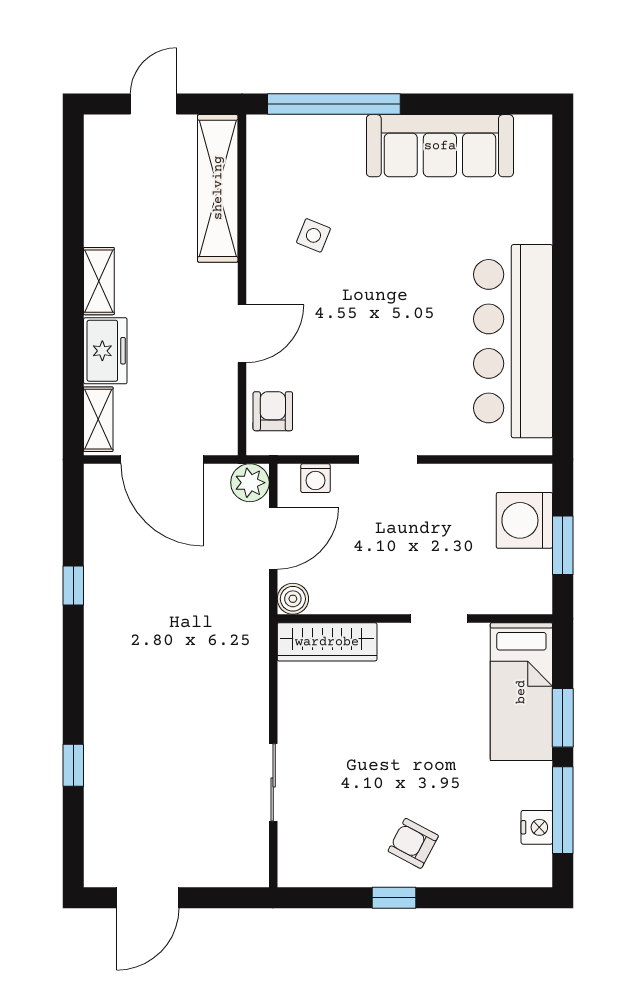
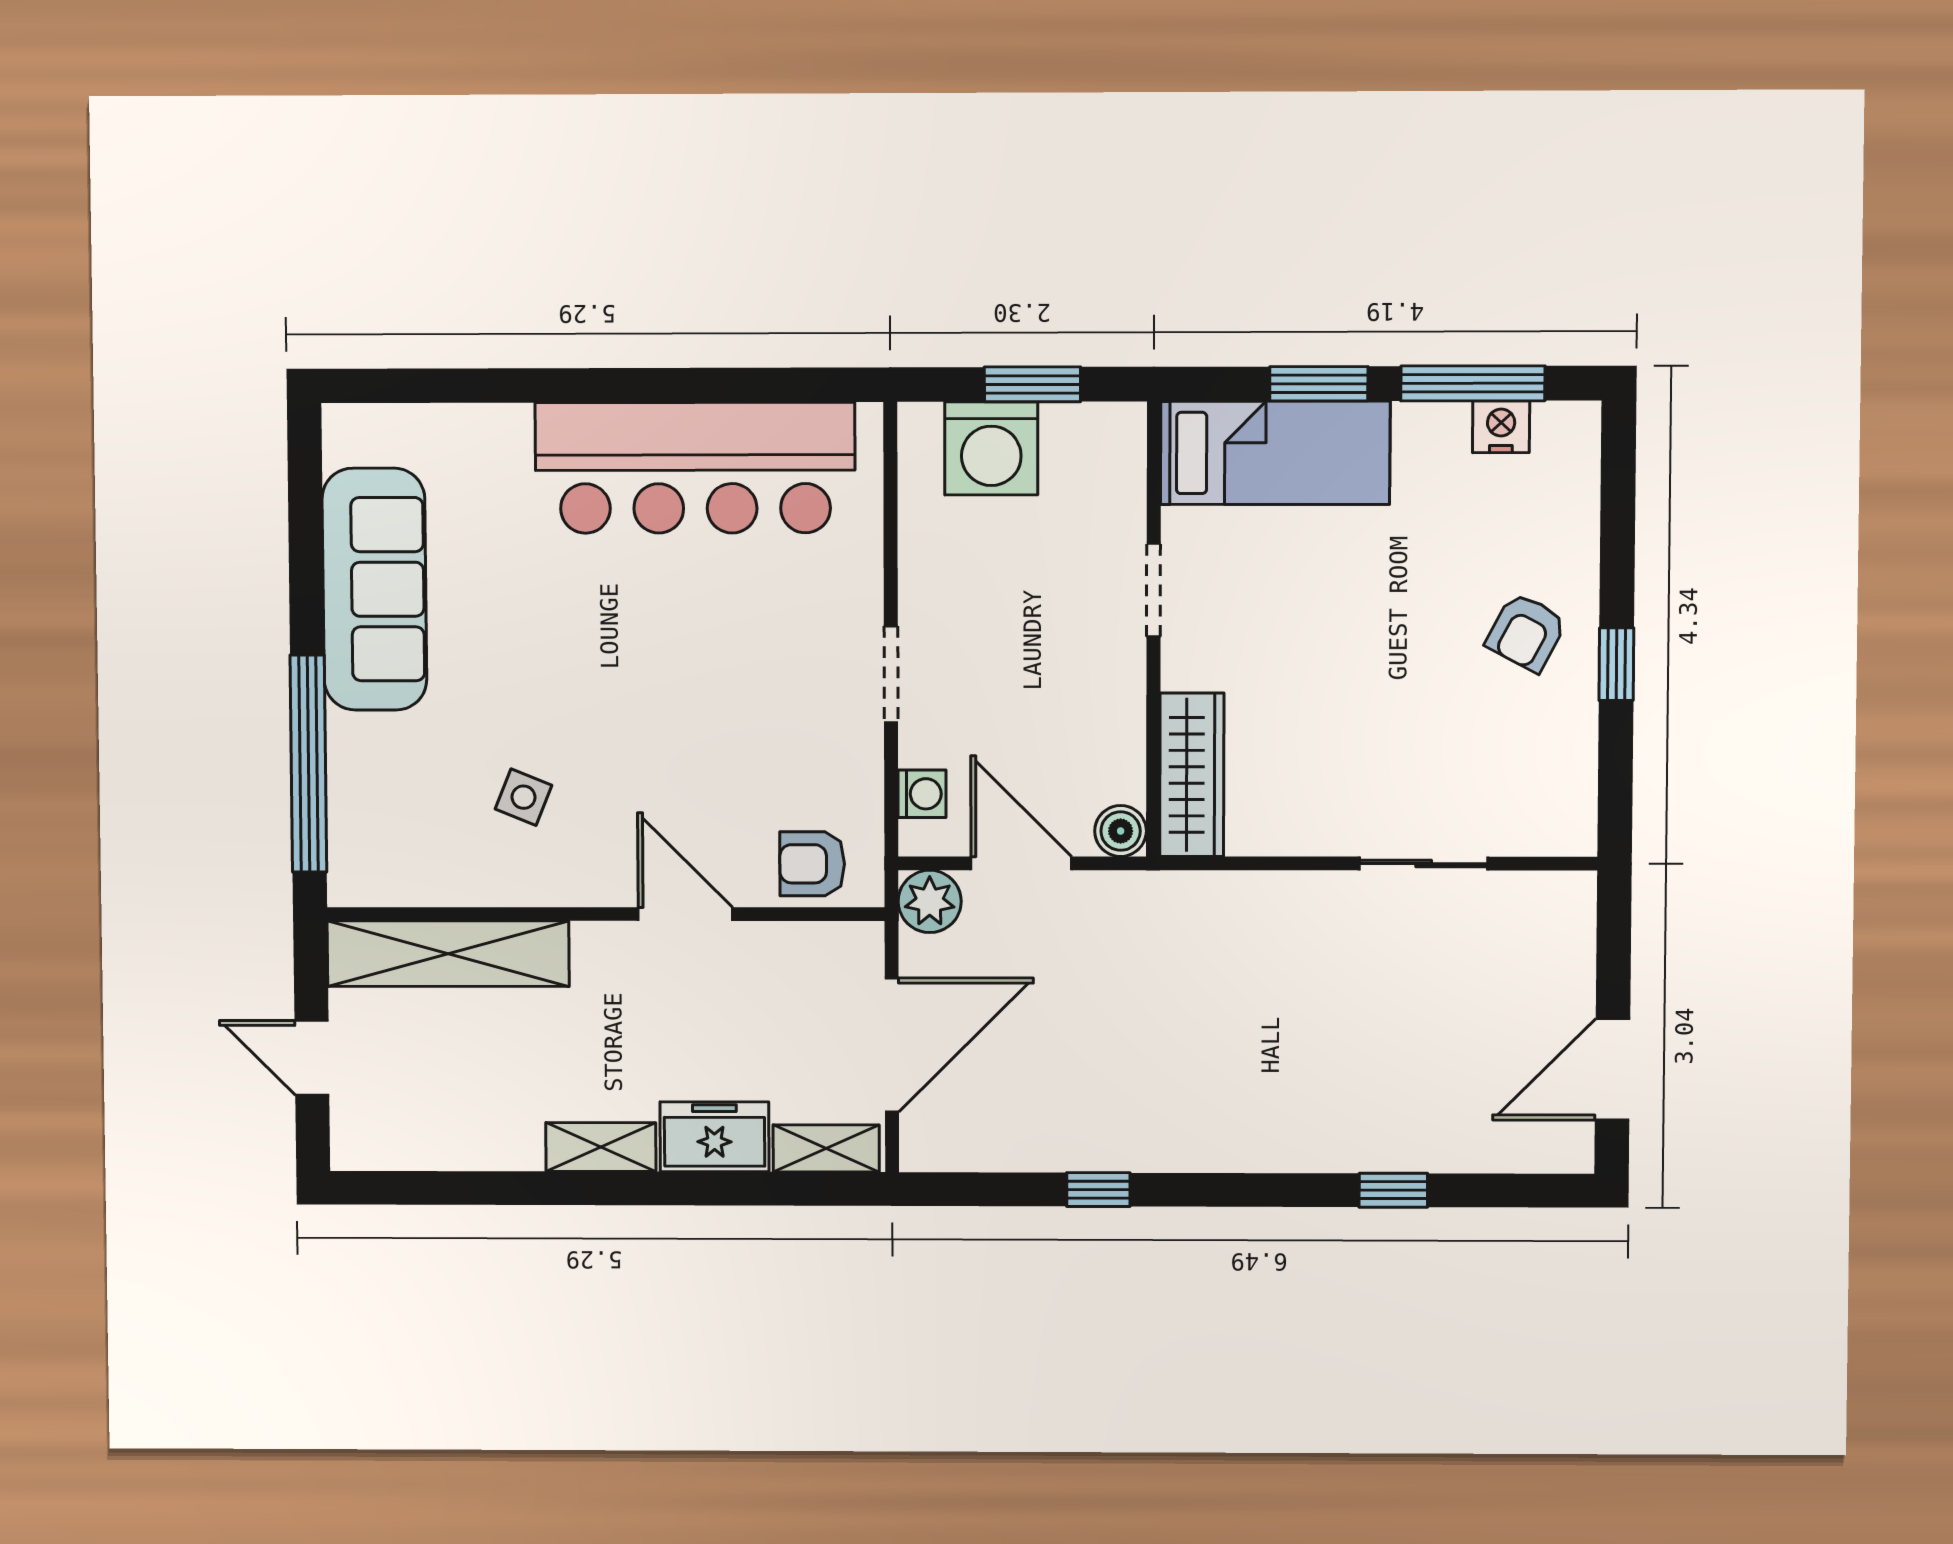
door: (148, 898) -> (1613, 1069), swing flipped

